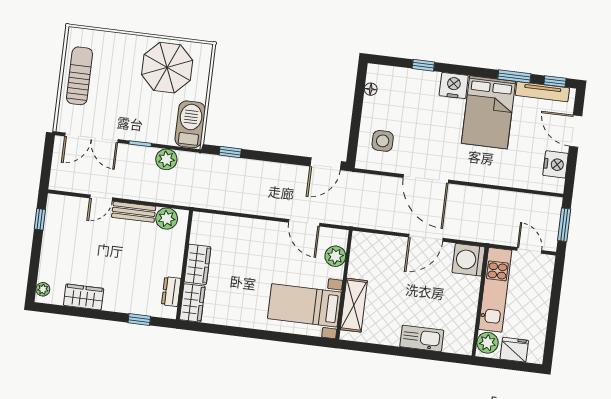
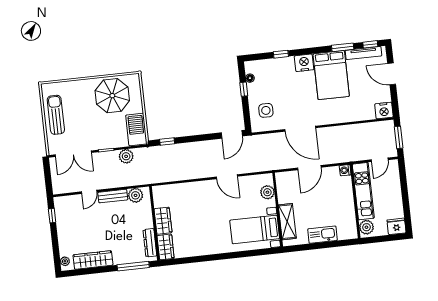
window: (358, 103) -> (244, 89), added
nightstand: (556, 164) -> (384, 110), moved, turned 90
door: (529, 250) -> (380, 160), swing flipped
plant: (335, 256) -> (267, 192), moved
washing machine: (468, 260) -> (345, 170), width x0.53, depth x0.53
wall: (344, 285) -> (278, 210), moved
dresser: (171, 292) -> (150, 243), width x1.44
wardrobe: (84, 297) -> (93, 260), width x1.50
bed with nightstands: (304, 305) -> (255, 229), moved
shelving: (354, 305) -> (287, 222), moved
window: (139, 319) -> (133, 266), width x2.17
fridge: (514, 350) -> (397, 226), moved

